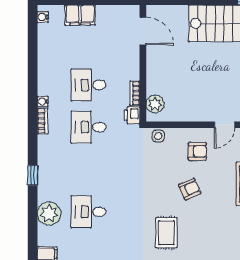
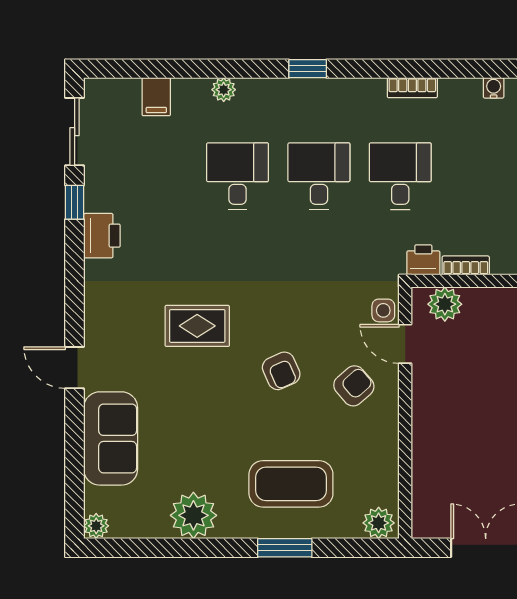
desk: (89, 85) -> (319, 176), moved
water cooler: (43, 101) -> (494, 88), moved
door: (225, 125) -> (405, 344), moved
armchair: (197, 151) -> (354, 386), turned -131
plant: (49, 214) -> (224, 90), width x0.53, depth x0.53

